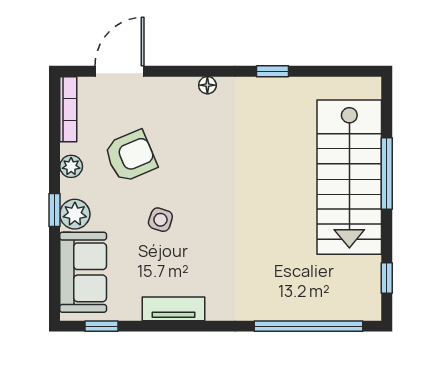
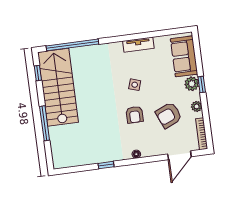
armchair: (200, 167) -> (135, 115), added
stairs: (349, 177) -> (58, 87), moved
side table: (160, 220) -> (135, 85), moved
window: (101, 326) -> (172, 32), removed

